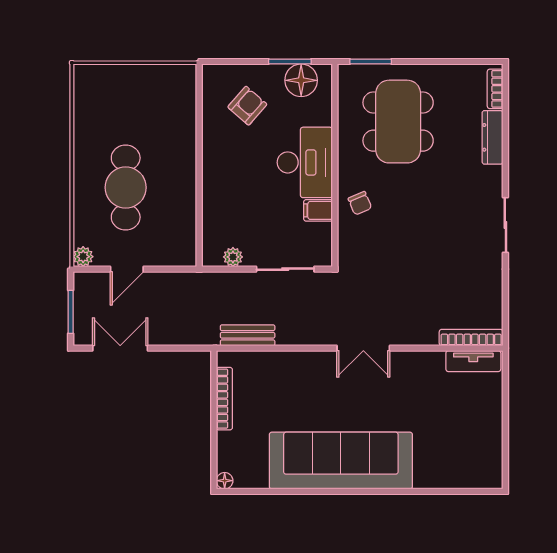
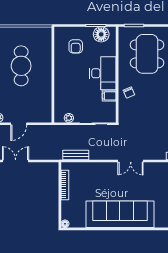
armchair: (247, 106) -> (76, 46), turned 139
cafe table: (126, 188) -> (21, 66), moved

